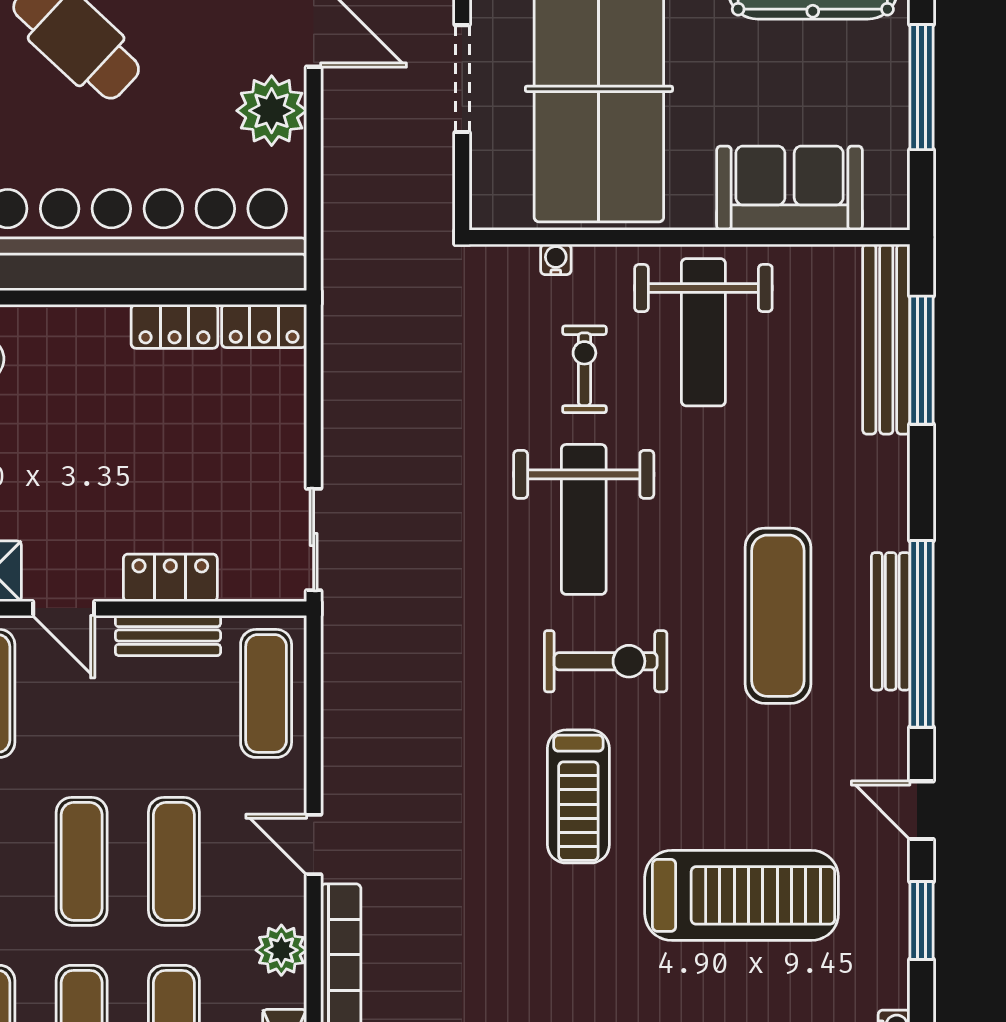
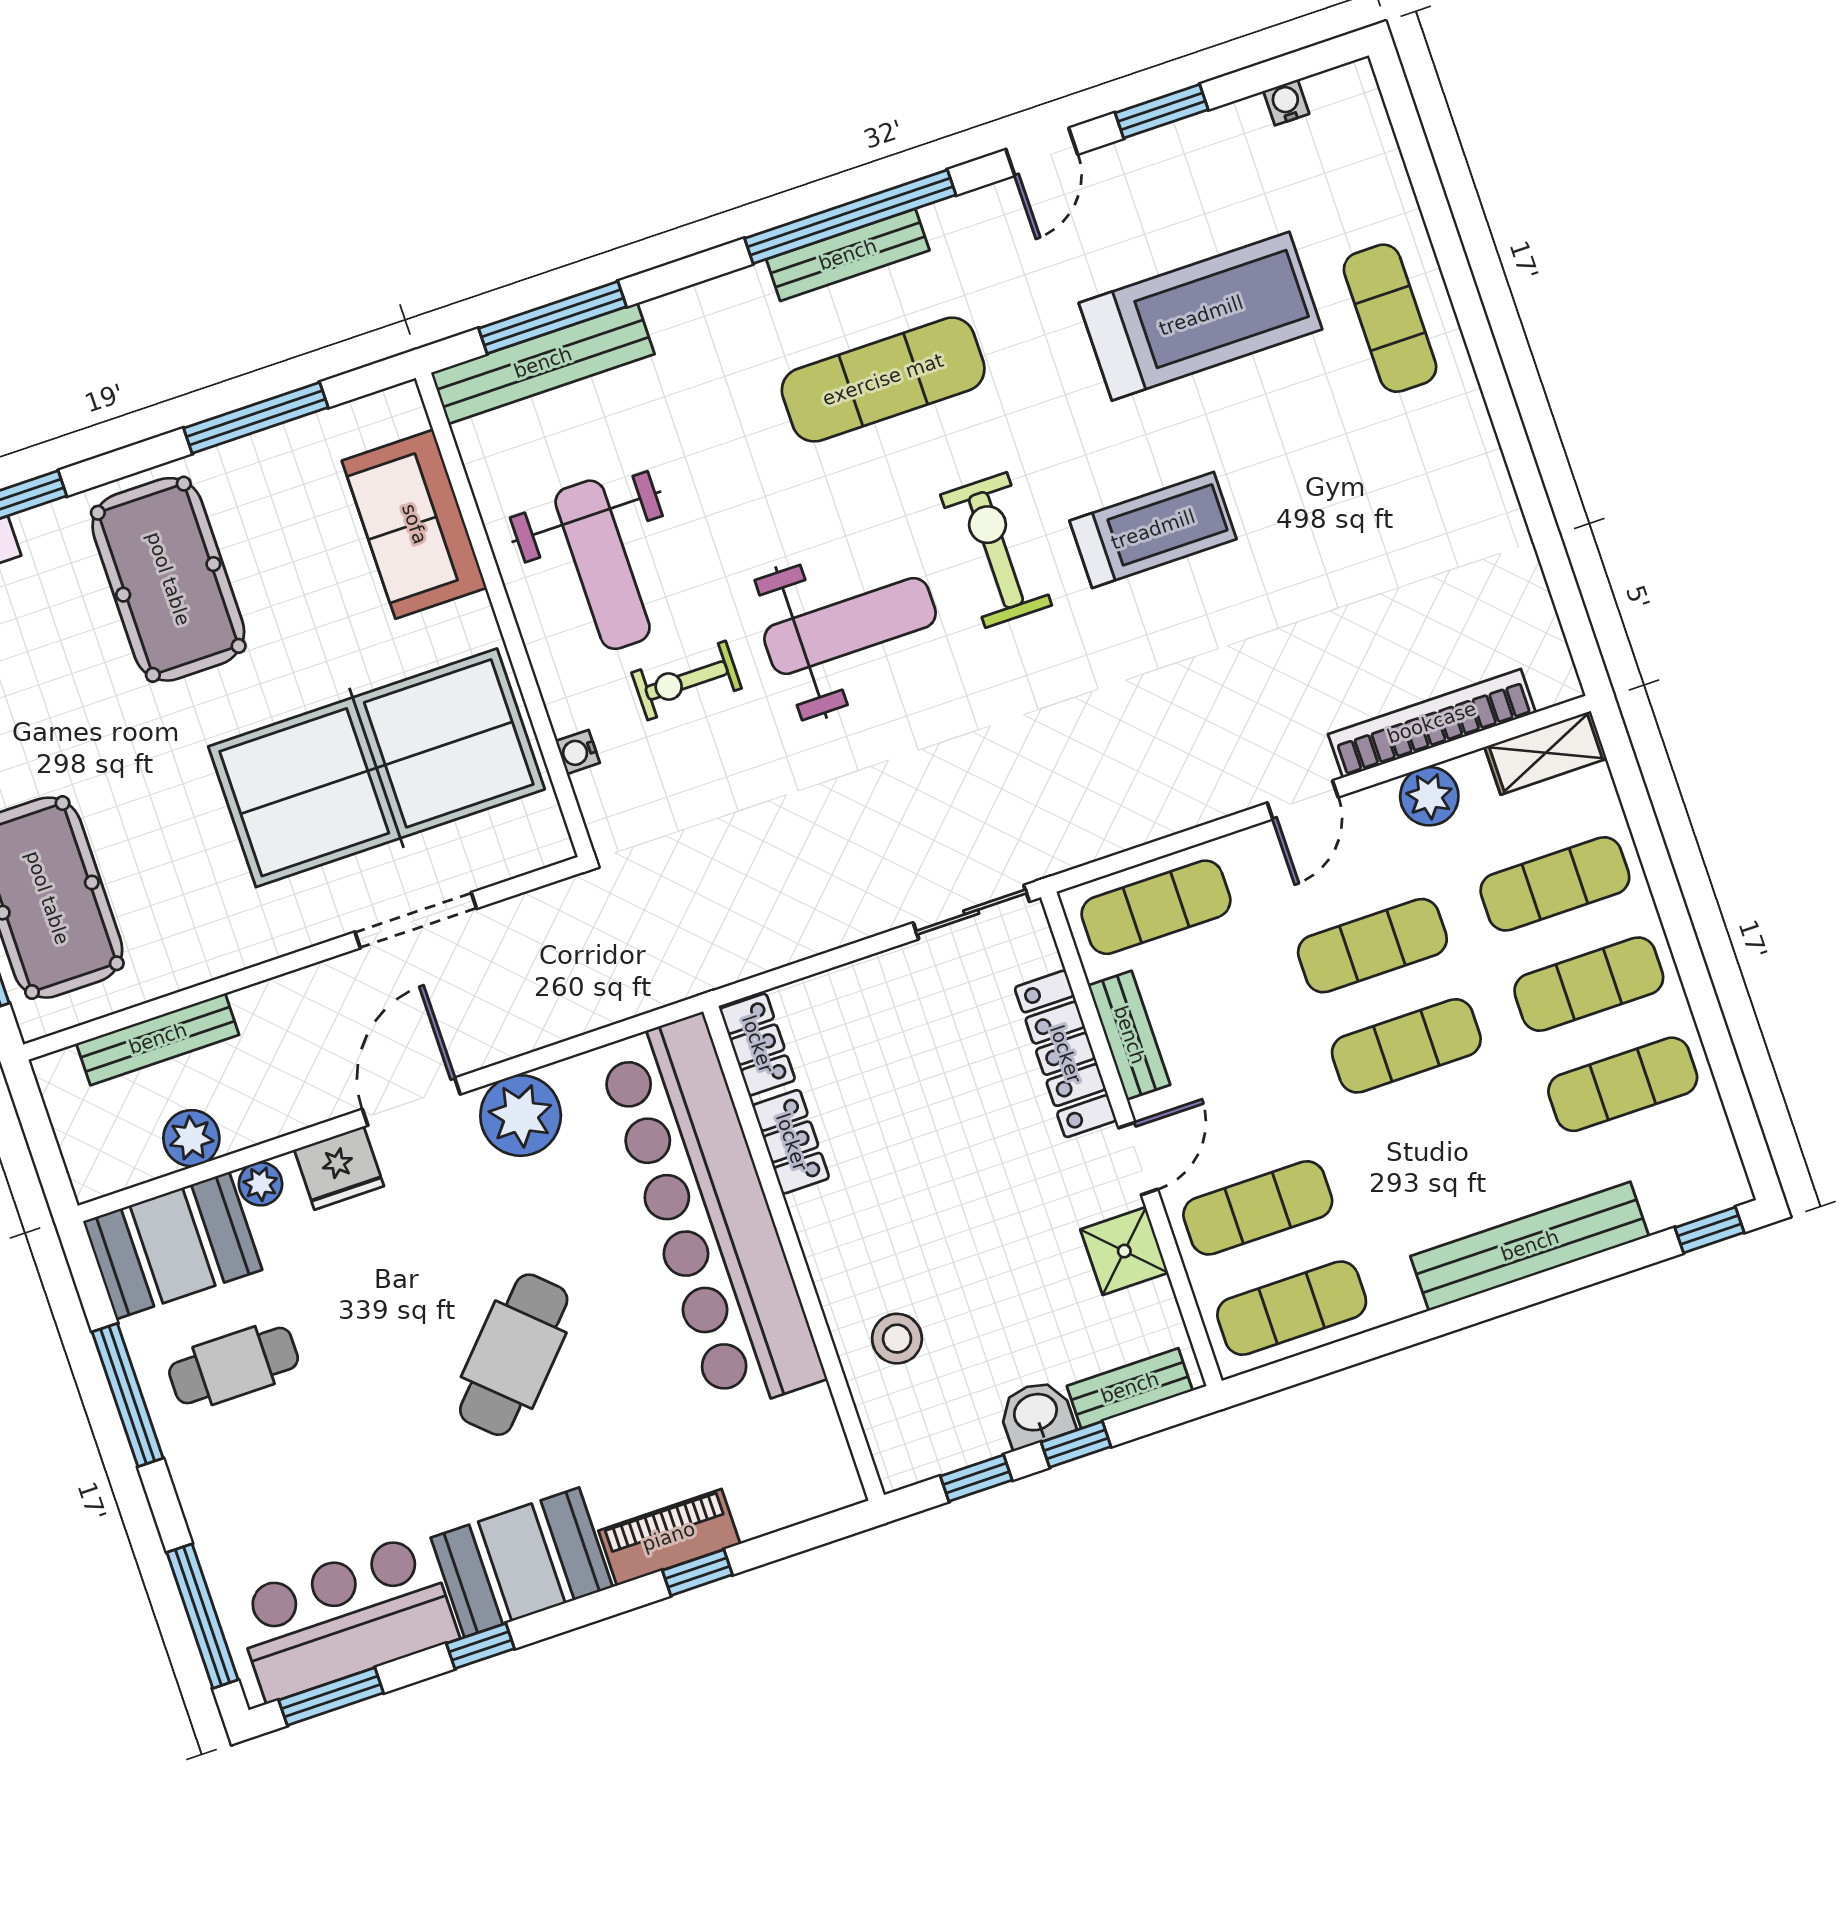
weight bench: (703, 332) -> (603, 565), turned 90
locker: (170, 578) -> (1065, 1054), width x1.53
treadmill: (742, 895) -> (1201, 316), turned 90

